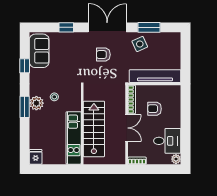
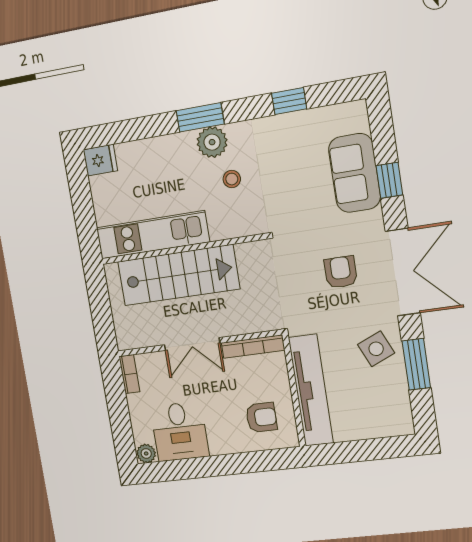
sofa: (39, 51) -> (354, 173), moved, turned 90
armchair: (155, 109) -> (261, 417), moved, turned 90

